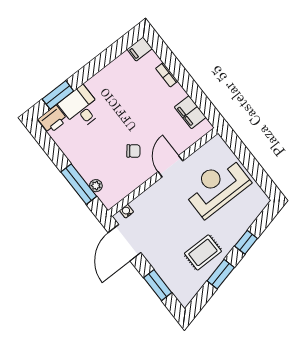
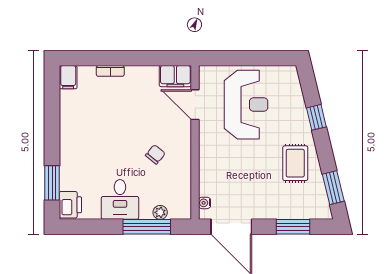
desk: (81, 108) -> (120, 199), moved, turned -90
filing cabinet: (190, 112) -> (175, 76), moved
door: (170, 166) -> (195, 105), moved
reception desk: (217, 187) -> (246, 105), turned 180
window: (221, 274) -> (333, 188), moved

